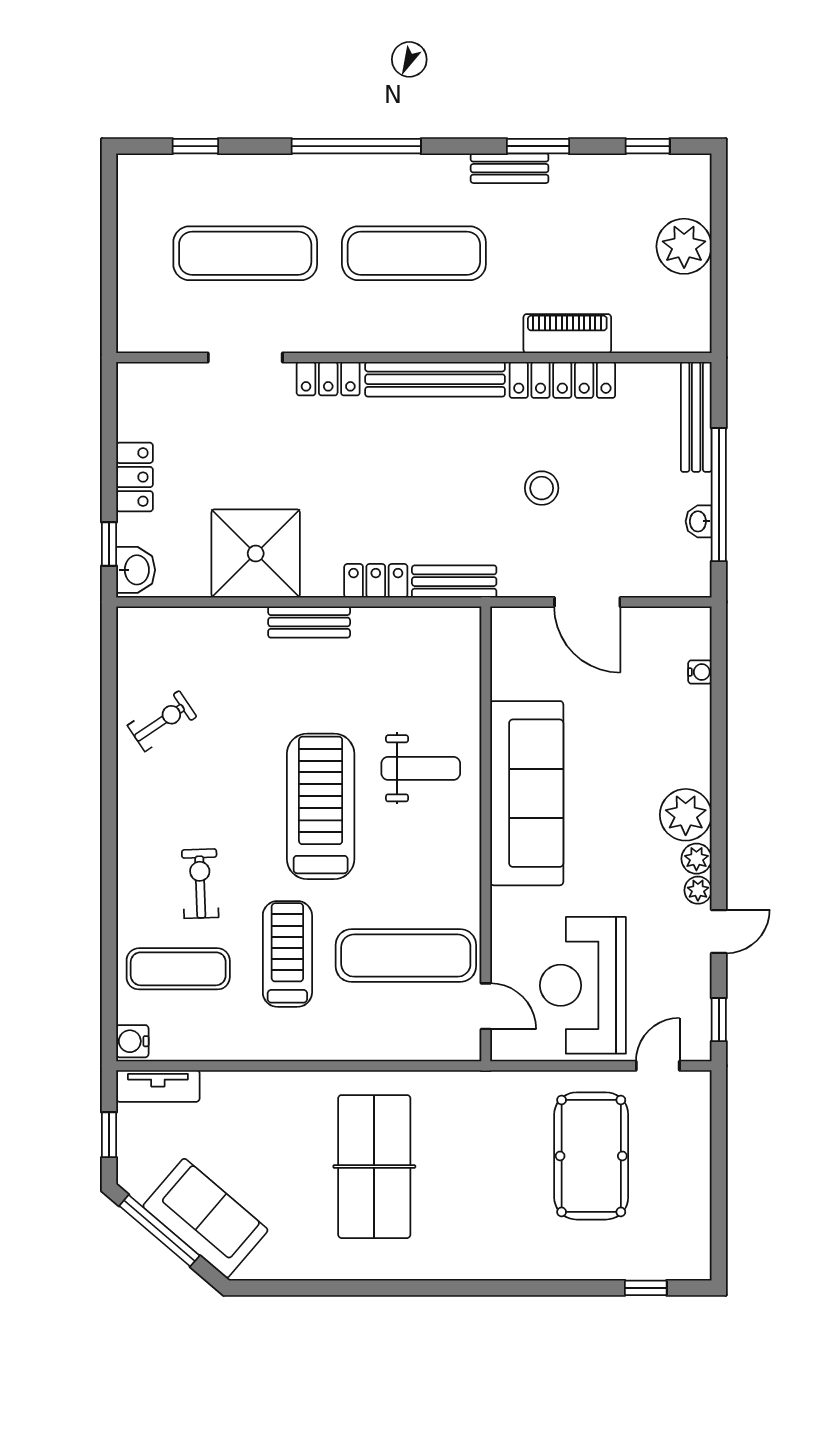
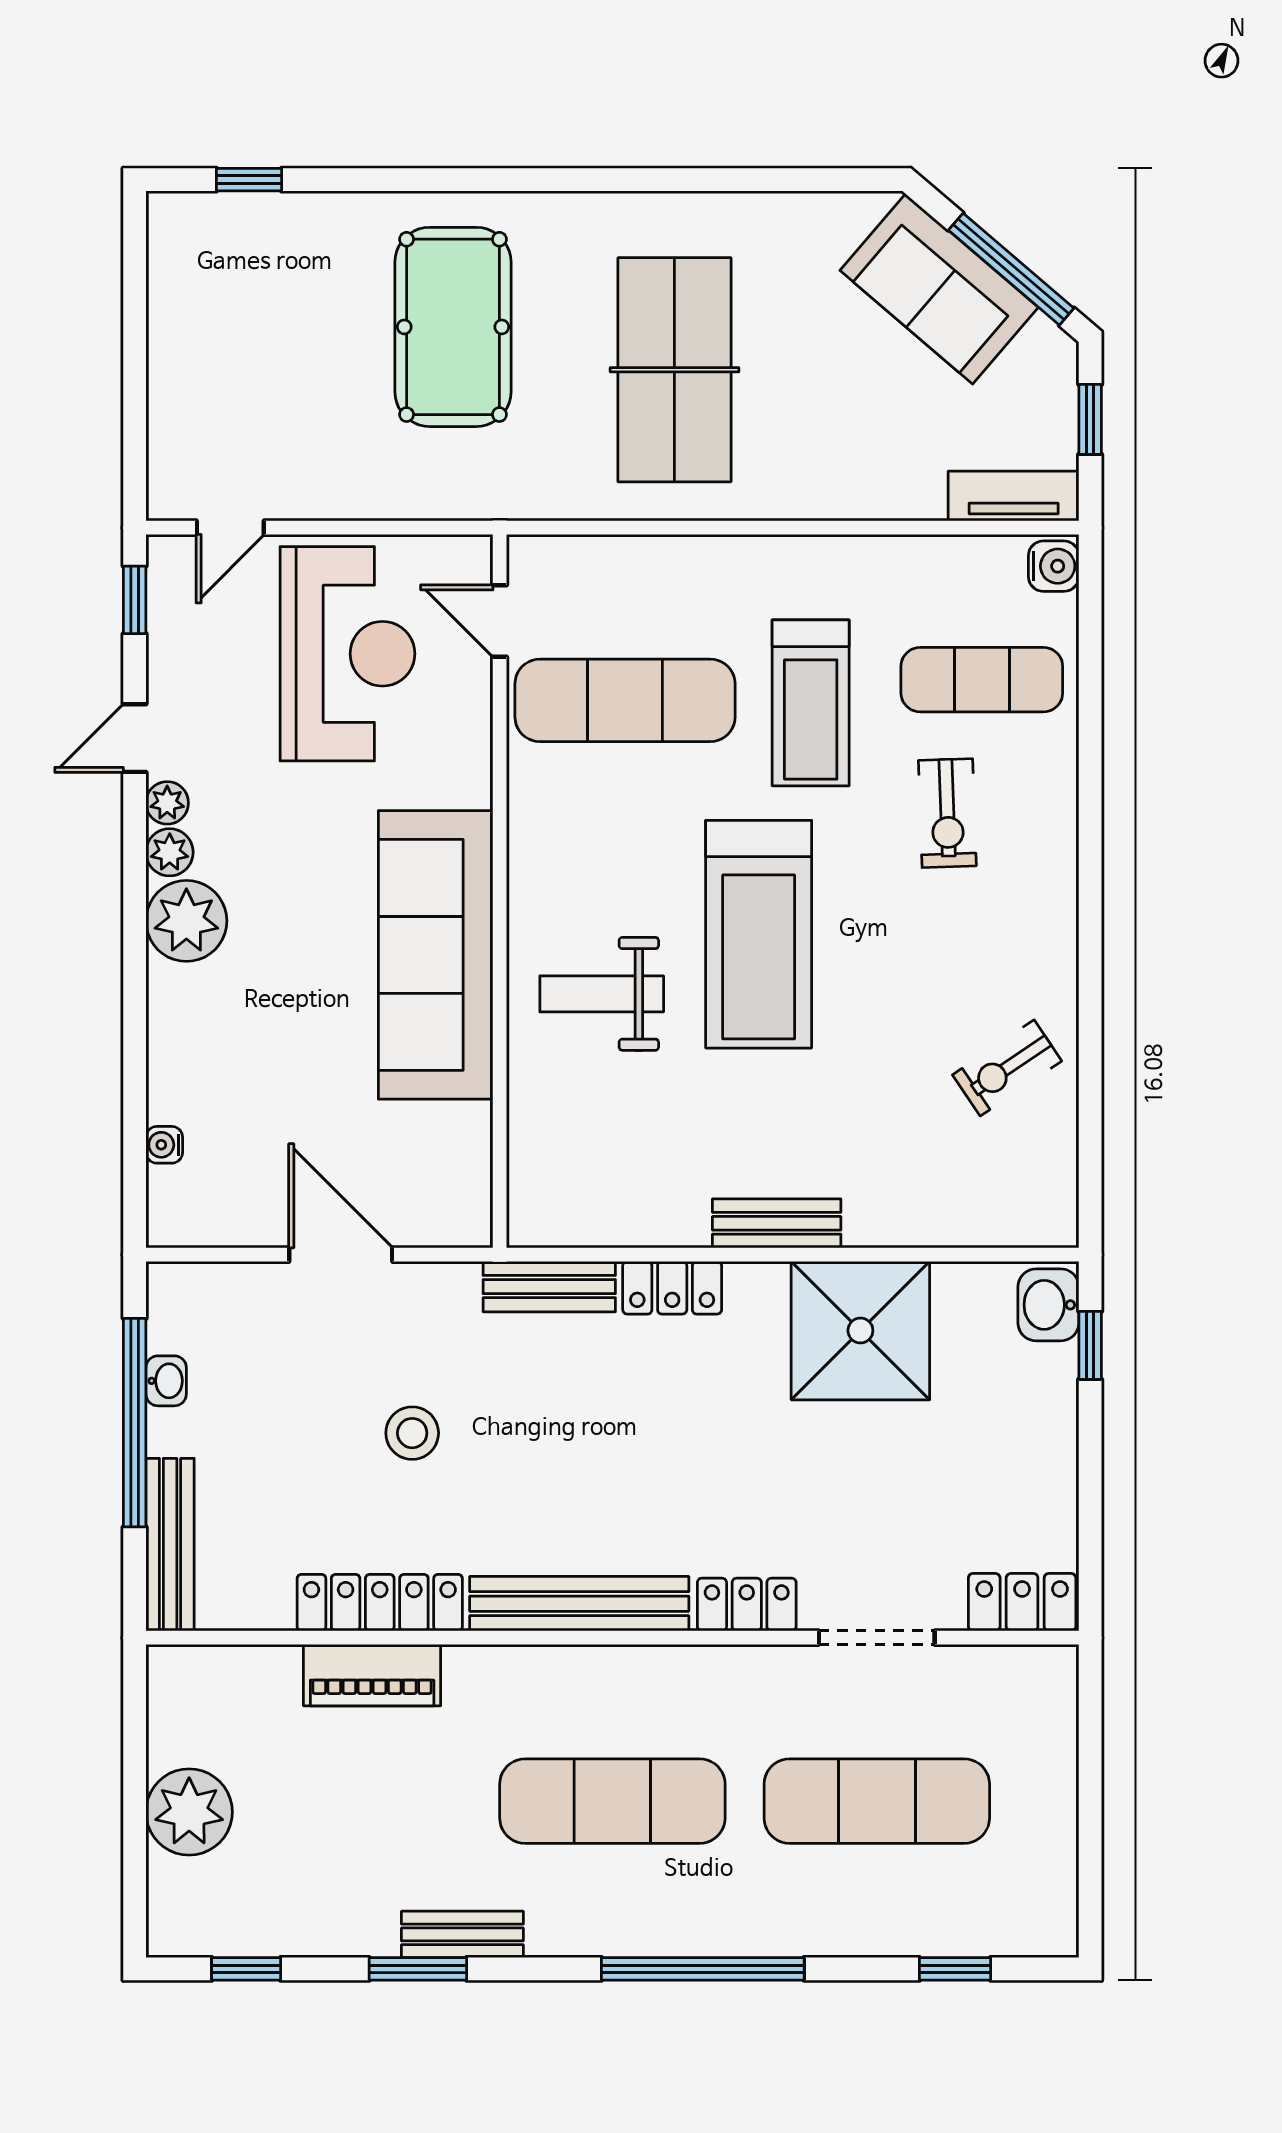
locker: (135, 477) -> (1022, 1602), moved, turned 90
pool table: (591, 1156) -> (453, 327), moved

